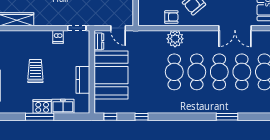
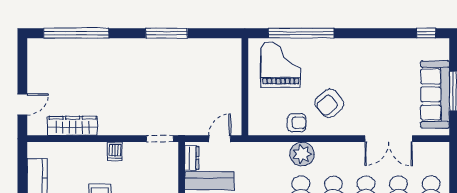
door: (118, 28) -> (220, 139), swing flipped
dishwasher: (58, 37) -> (115, 151), moved

